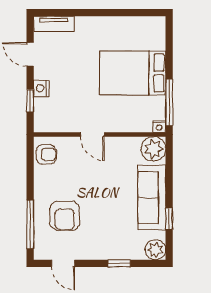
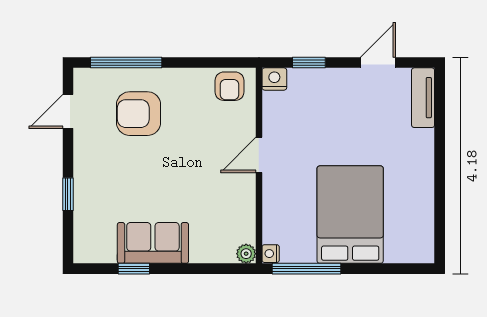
nightstand: (41, 88) -> (274, 79), moved
plant: (153, 149) -> (246, 254), width x0.53, depth x0.53
sofa: (152, 197) -> (153, 243), width x0.73
plant: (155, 250) -> (88, 248), removed

